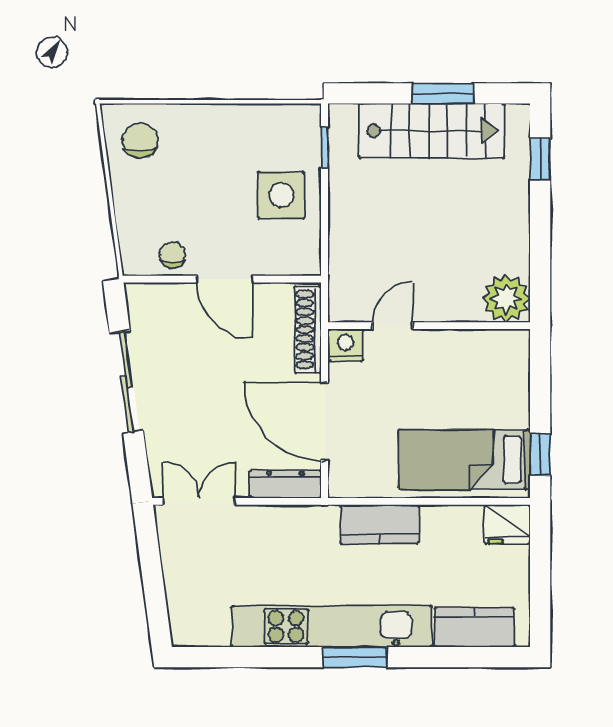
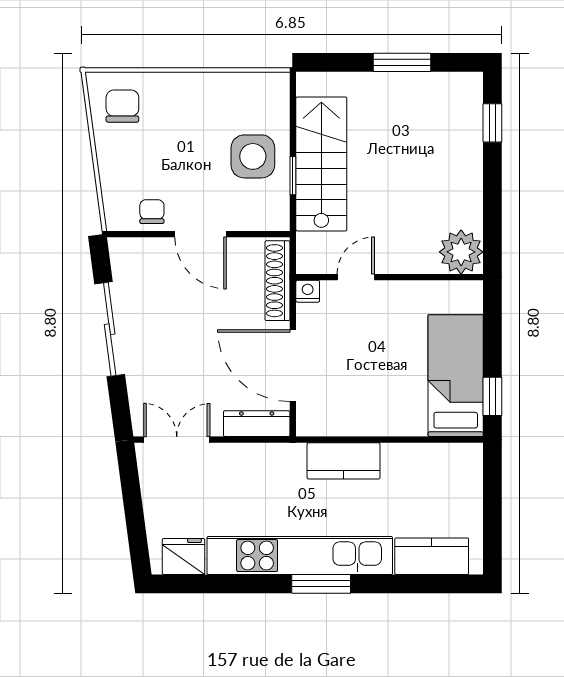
stairs: (432, 131) -> (321, 164), moved, turned -90
window: (325, 148) -> (293, 176), moved
nightstand: (345, 345) -> (308, 291), width x0.72, depth x0.74
bed: (464, 460) -> (456, 376), moved, turned 90
fridge: (507, 524) -> (184, 556), moved, turned 180

